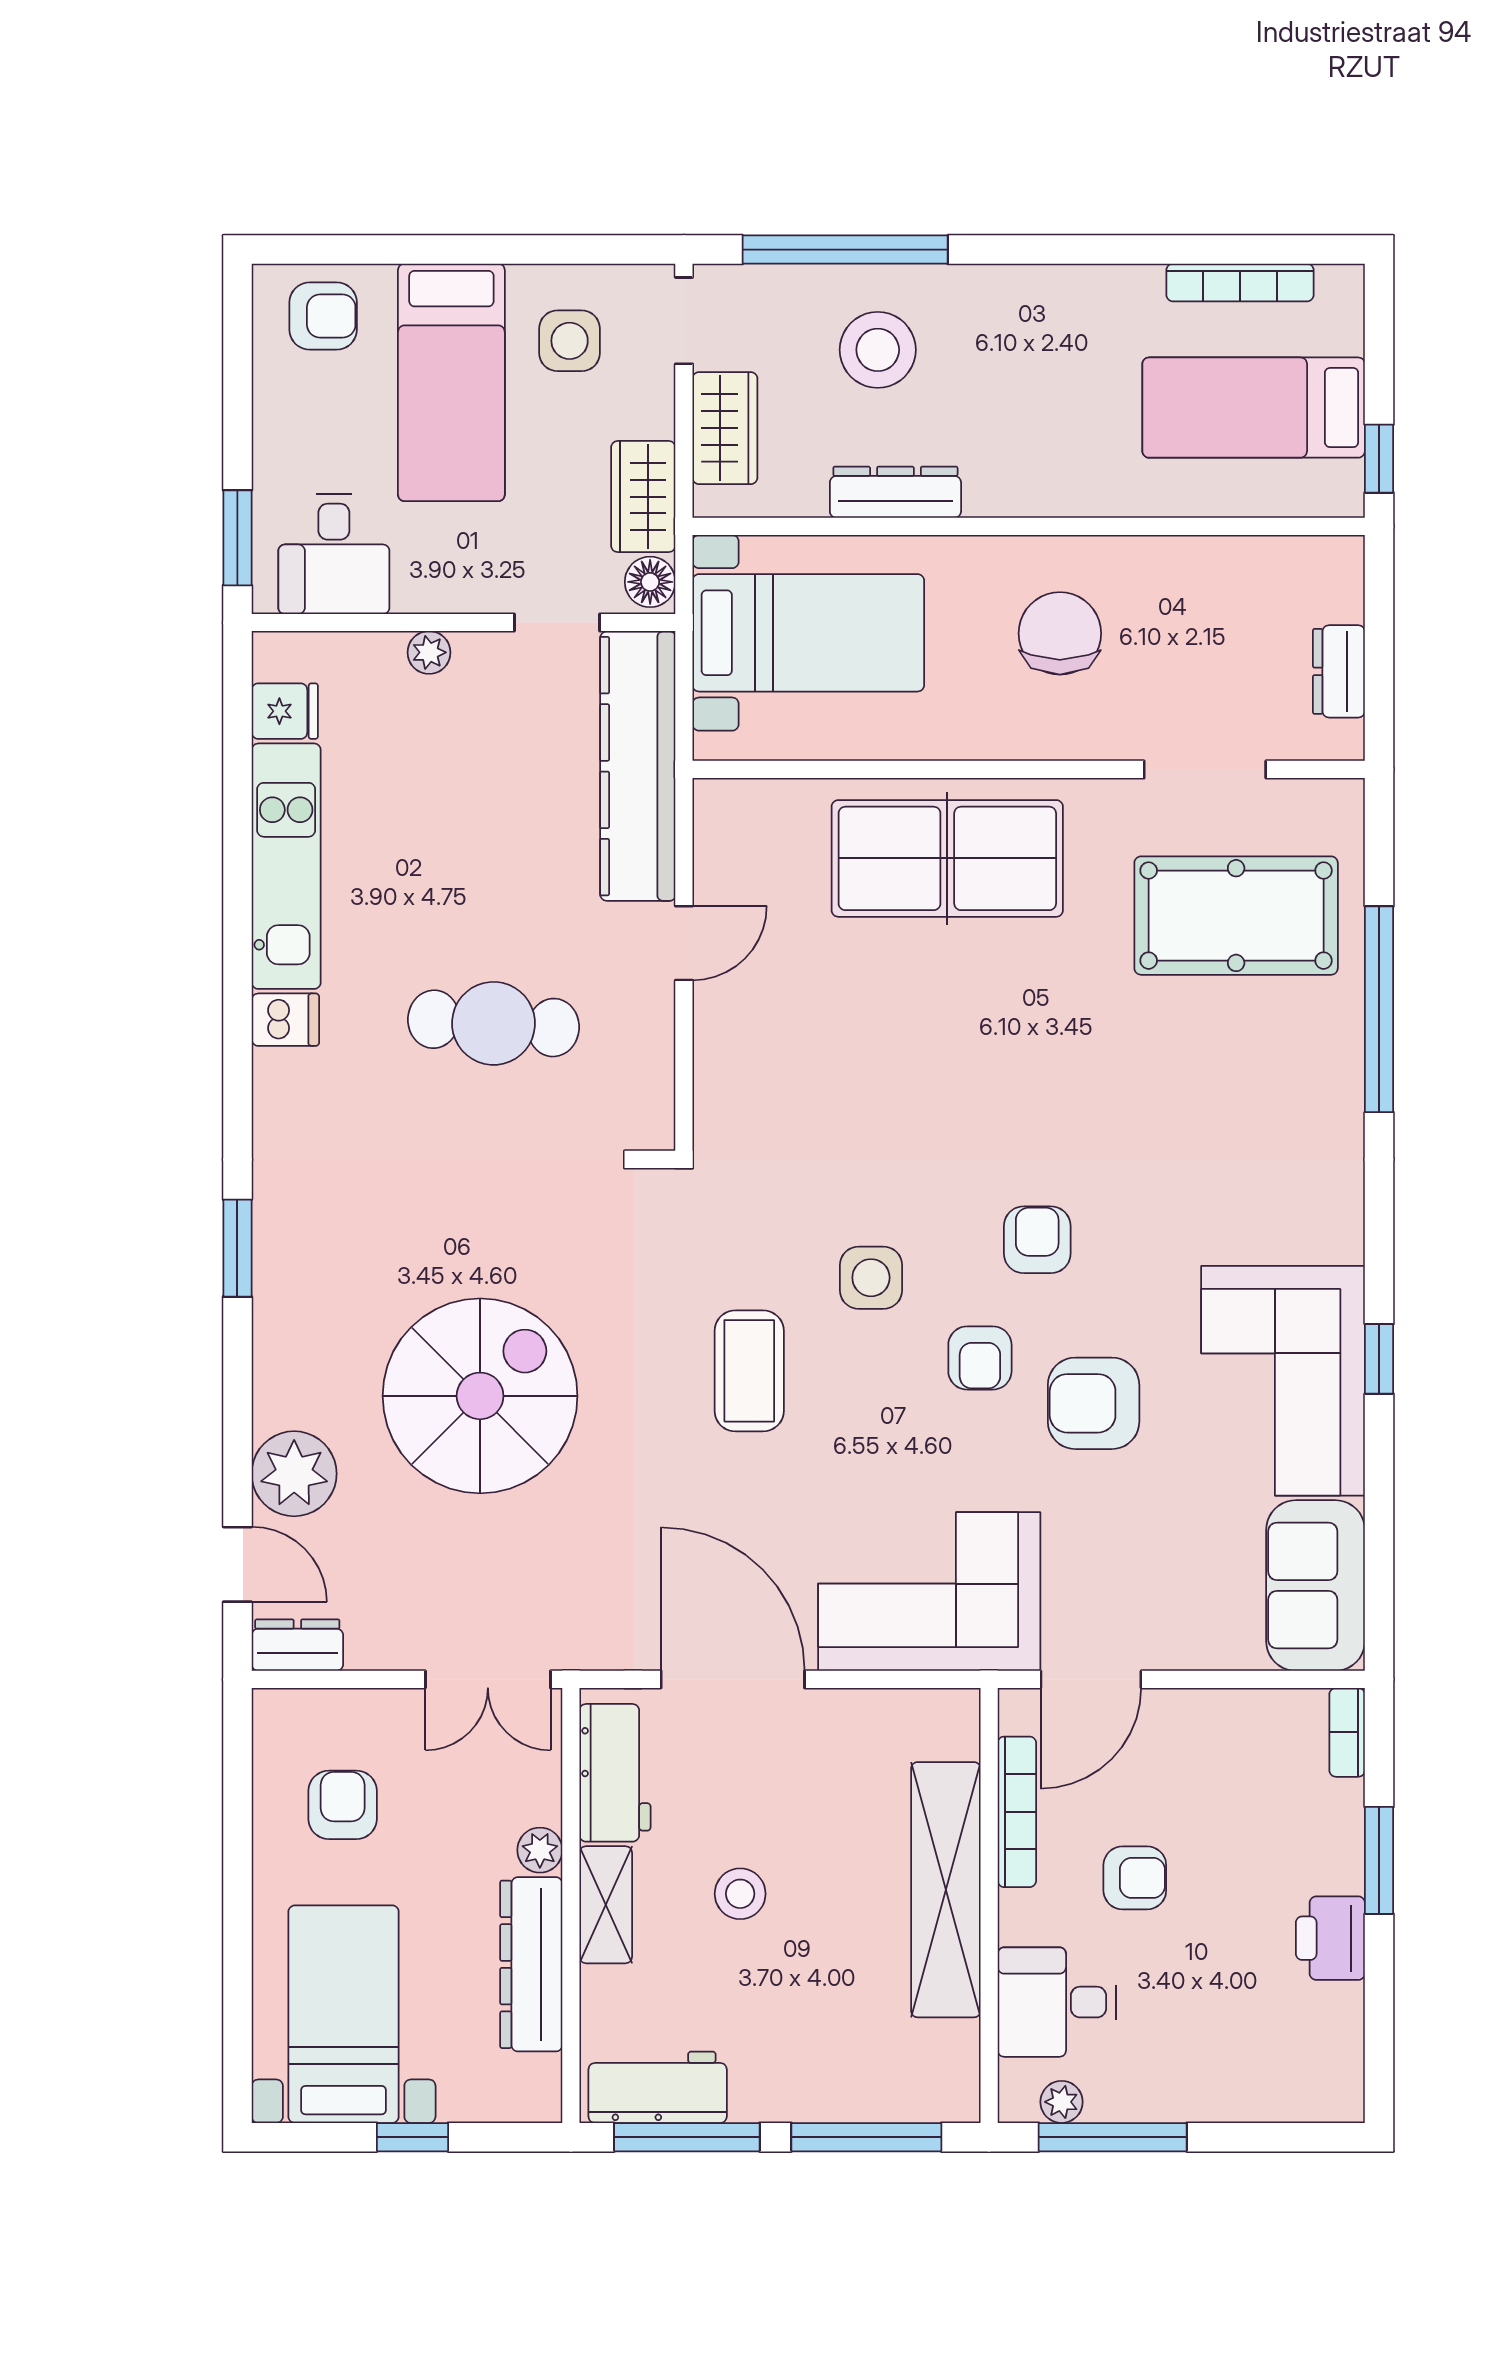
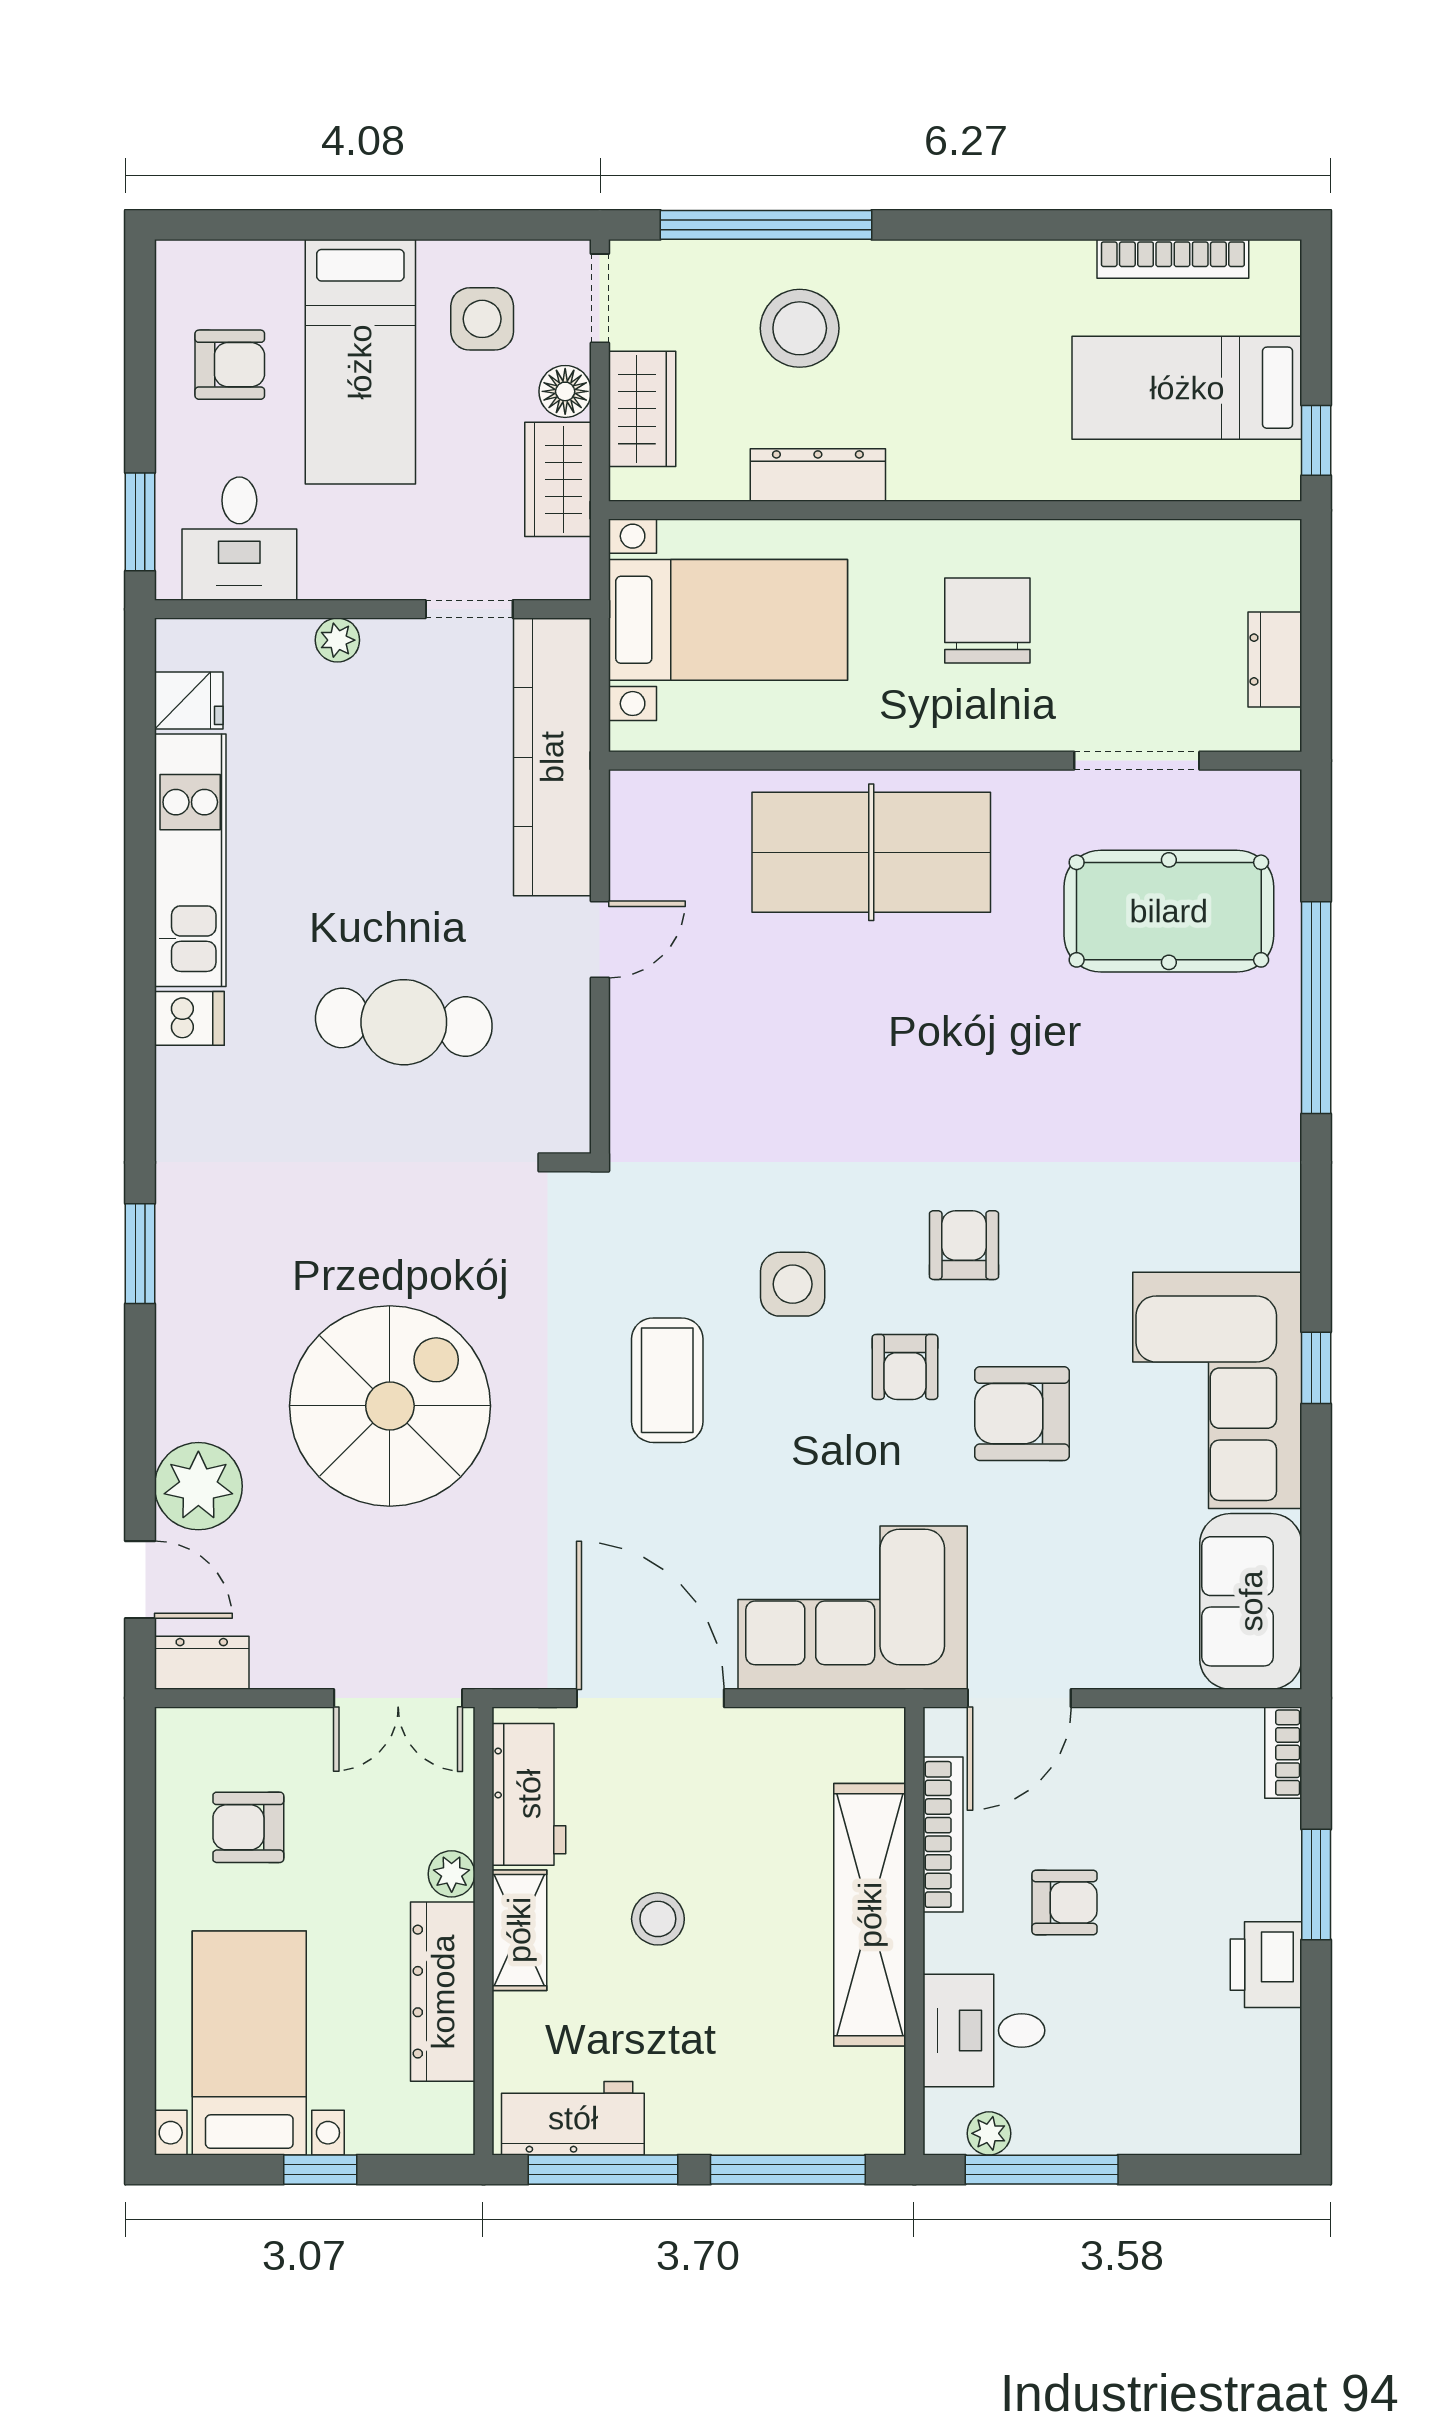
armchair: (323, 316) -> (230, 365), moved
floor lamp: (650, 582) -> (565, 391), moved
armchair: (343, 1805) -> (248, 1827), turned -90

